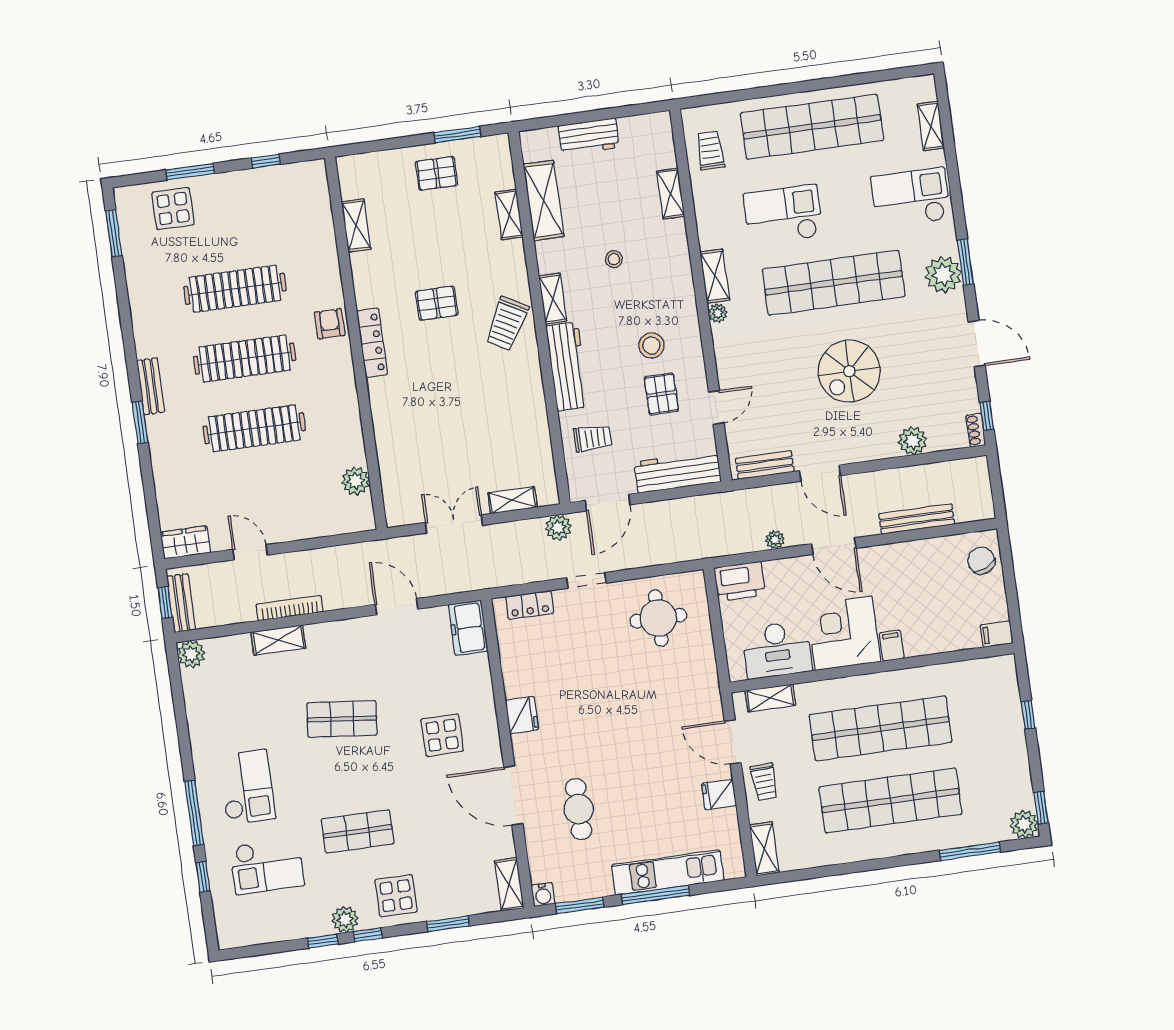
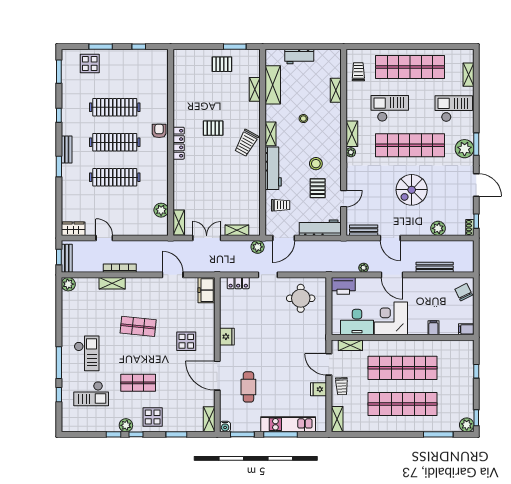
shelving: (356, 226) -> (179, 223), moved
window: (126, 320) -> (59, 115), added
filing cabinet: (892, 646) -> (433, 328), moved

